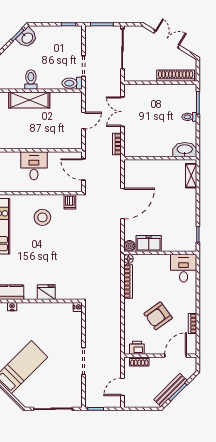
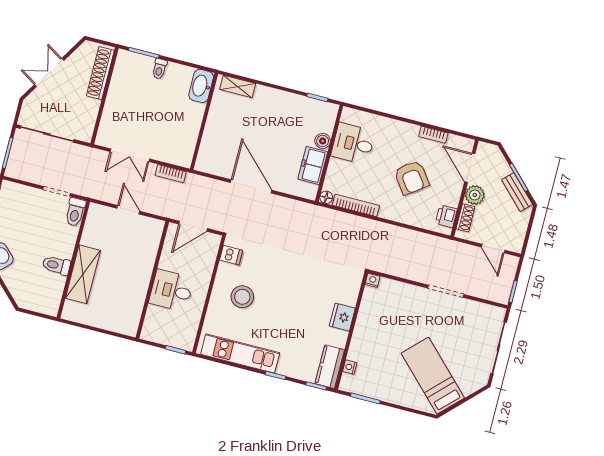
boiler: (129, 246) -> (323, 141), moved
desk: (184, 268) -> (353, 144), moved
plant: (157, 364) -> (475, 195), added
bench: (170, 390) -> (517, 192), width x0.73

